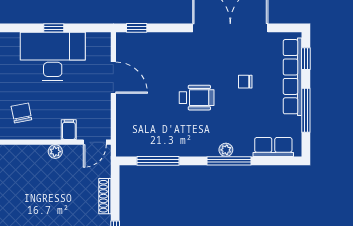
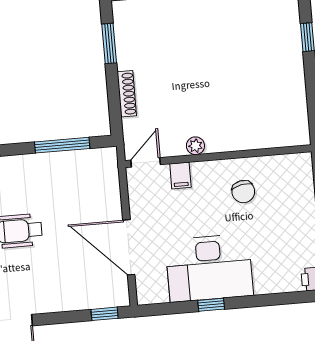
door: (113, 78) -> (129, 247), width x1.36

